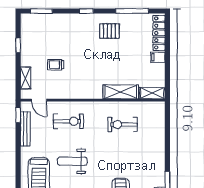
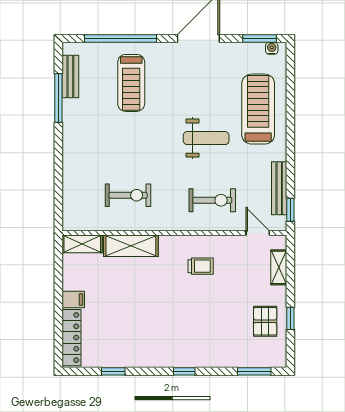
window: (132, 11) -> (113, 371), width x0.46
pallet: (109, 31) -> (265, 321), moved, turned 90
trolley: (56, 65) -> (201, 266), moved
exercise bike: (68, 121) -> (212, 200), turned 180

